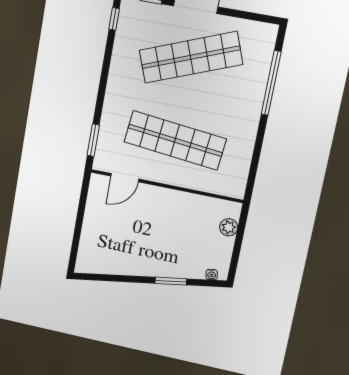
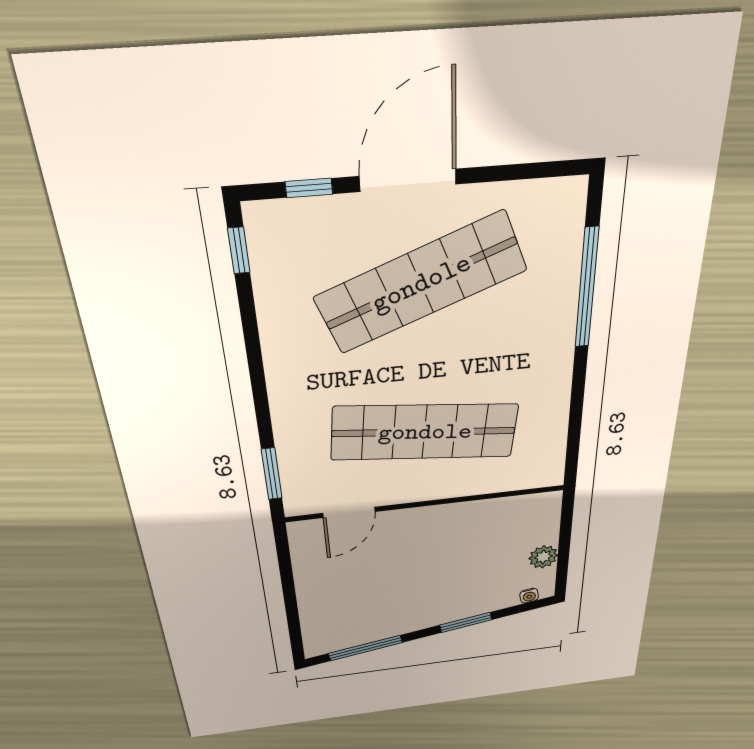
plant: (229, 227) -> (543, 557), moved
window: (109, 278) -> (365, 648), added

